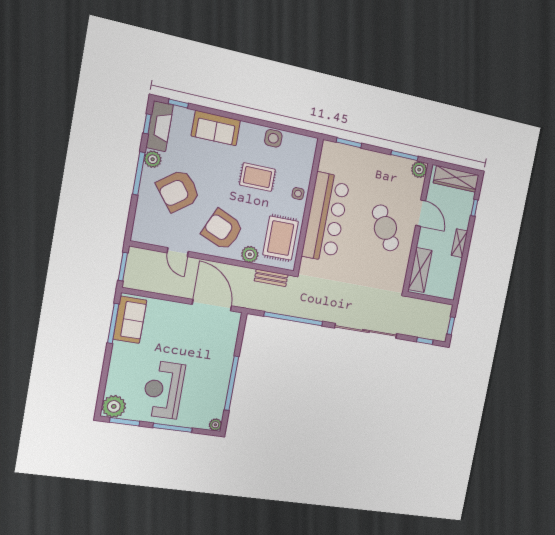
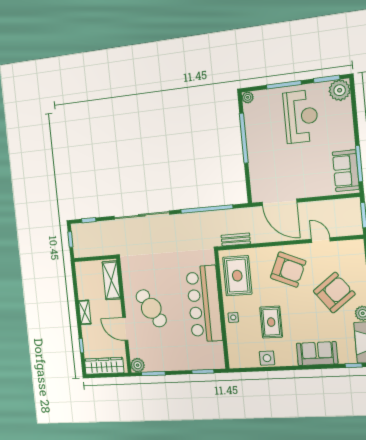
rug: (257, 177) -> (271, 322), turned 90
plant: (250, 254) -> (259, 255), removed

